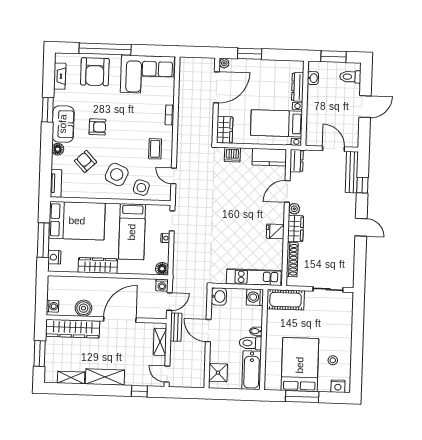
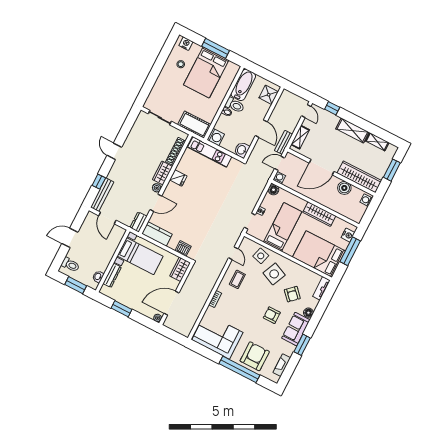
window: (250, 54) -> (121, 309), moved

